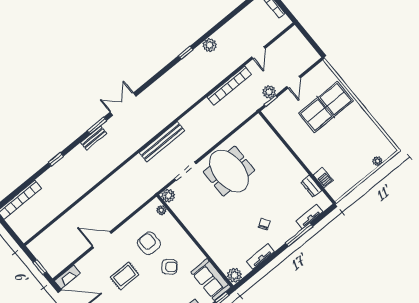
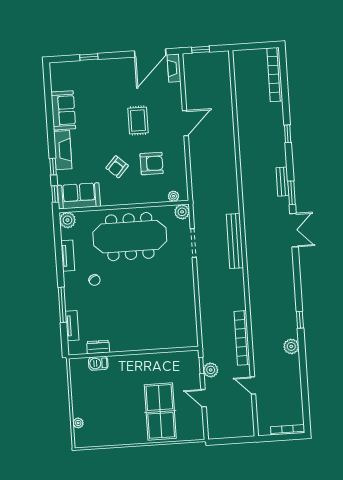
meeting table: (229, 171) -> (130, 237), moved, width x1.36

